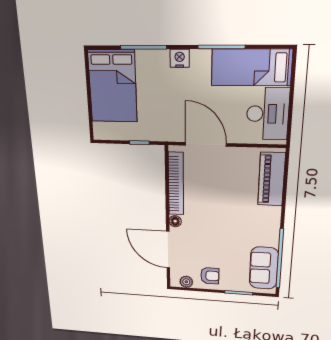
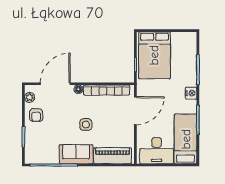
bed: (113, 86) -> (154, 55), moved, turned -90
side table: (224, 214) -> (86, 125), added
sofa: (264, 268) -> (76, 154), moved

